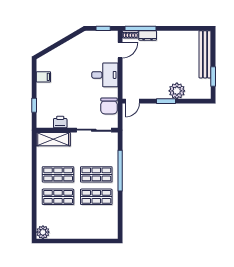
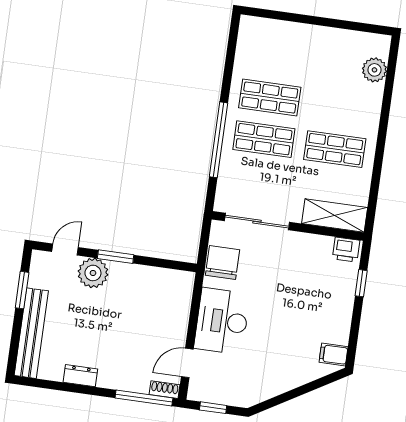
dresser: (148, 35) -> (80, 376), moved
desk: (105, 75) -> (222, 321), width x1.37
filing cabinet: (43, 77) -> (334, 354), moved
door: (132, 101) -> (65, 250), moved
printer: (60, 122) -> (346, 250), moved
shop shelf: (58, 197) -> (341, 108), removed
plant: (43, 232) -> (374, 70), moved

